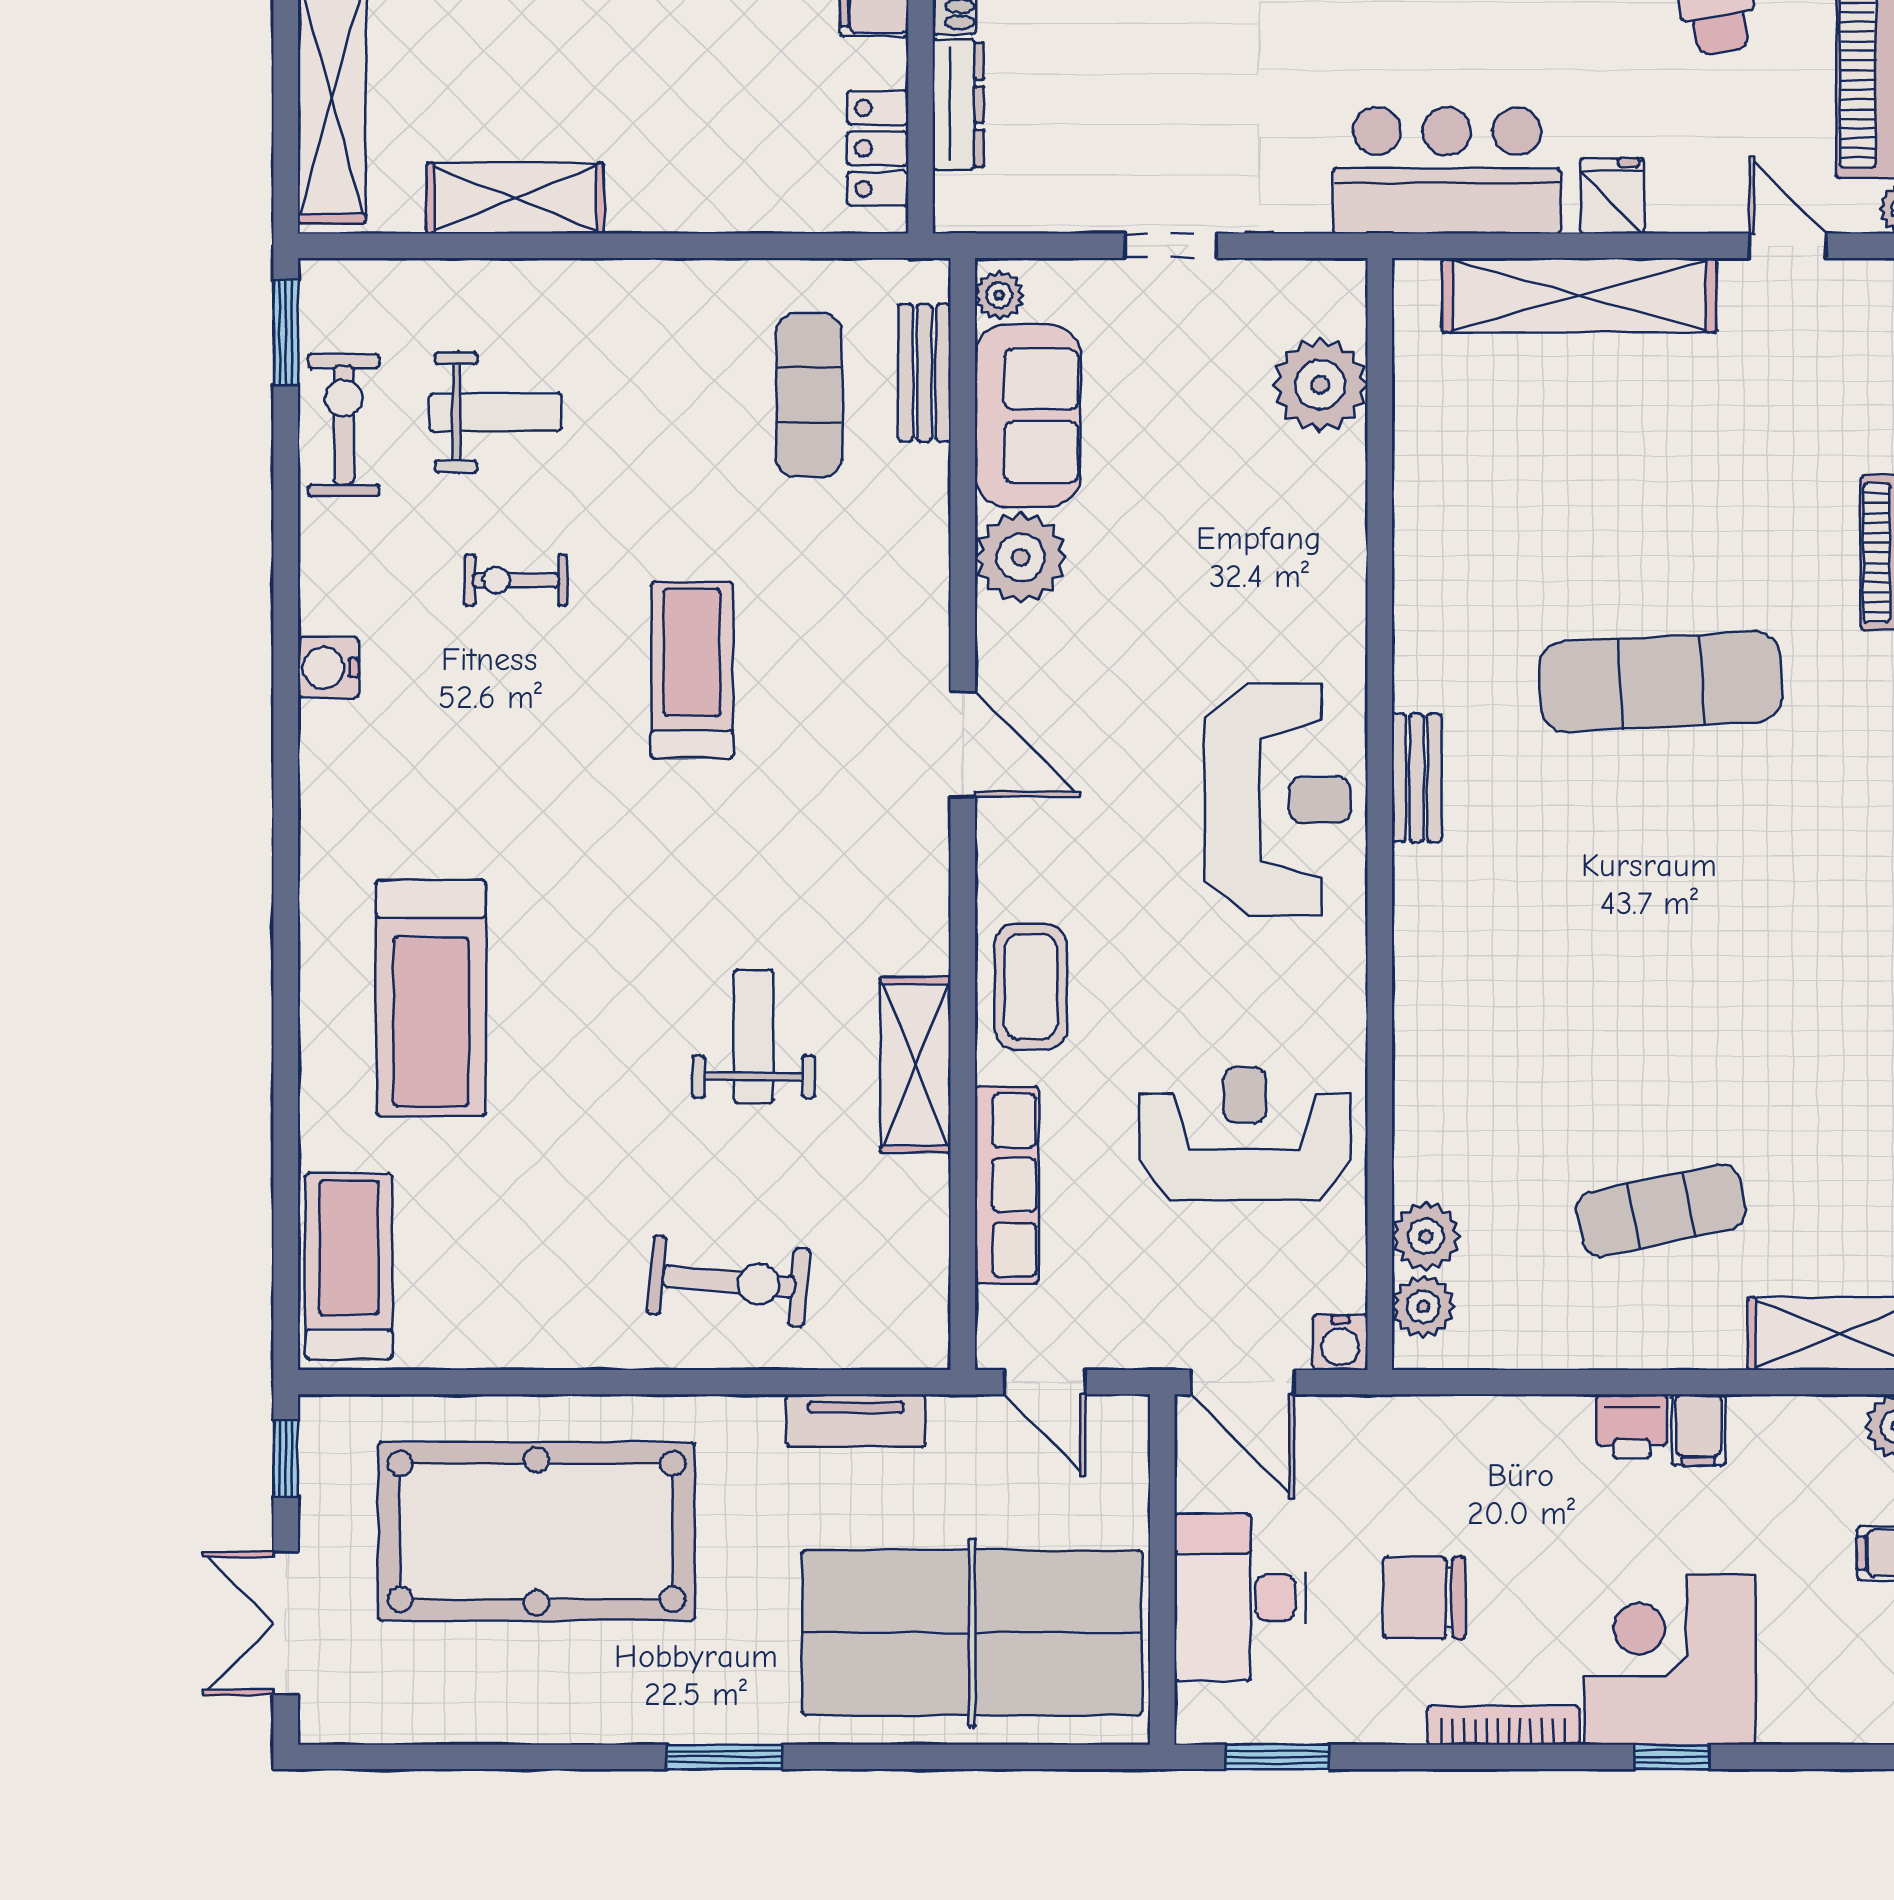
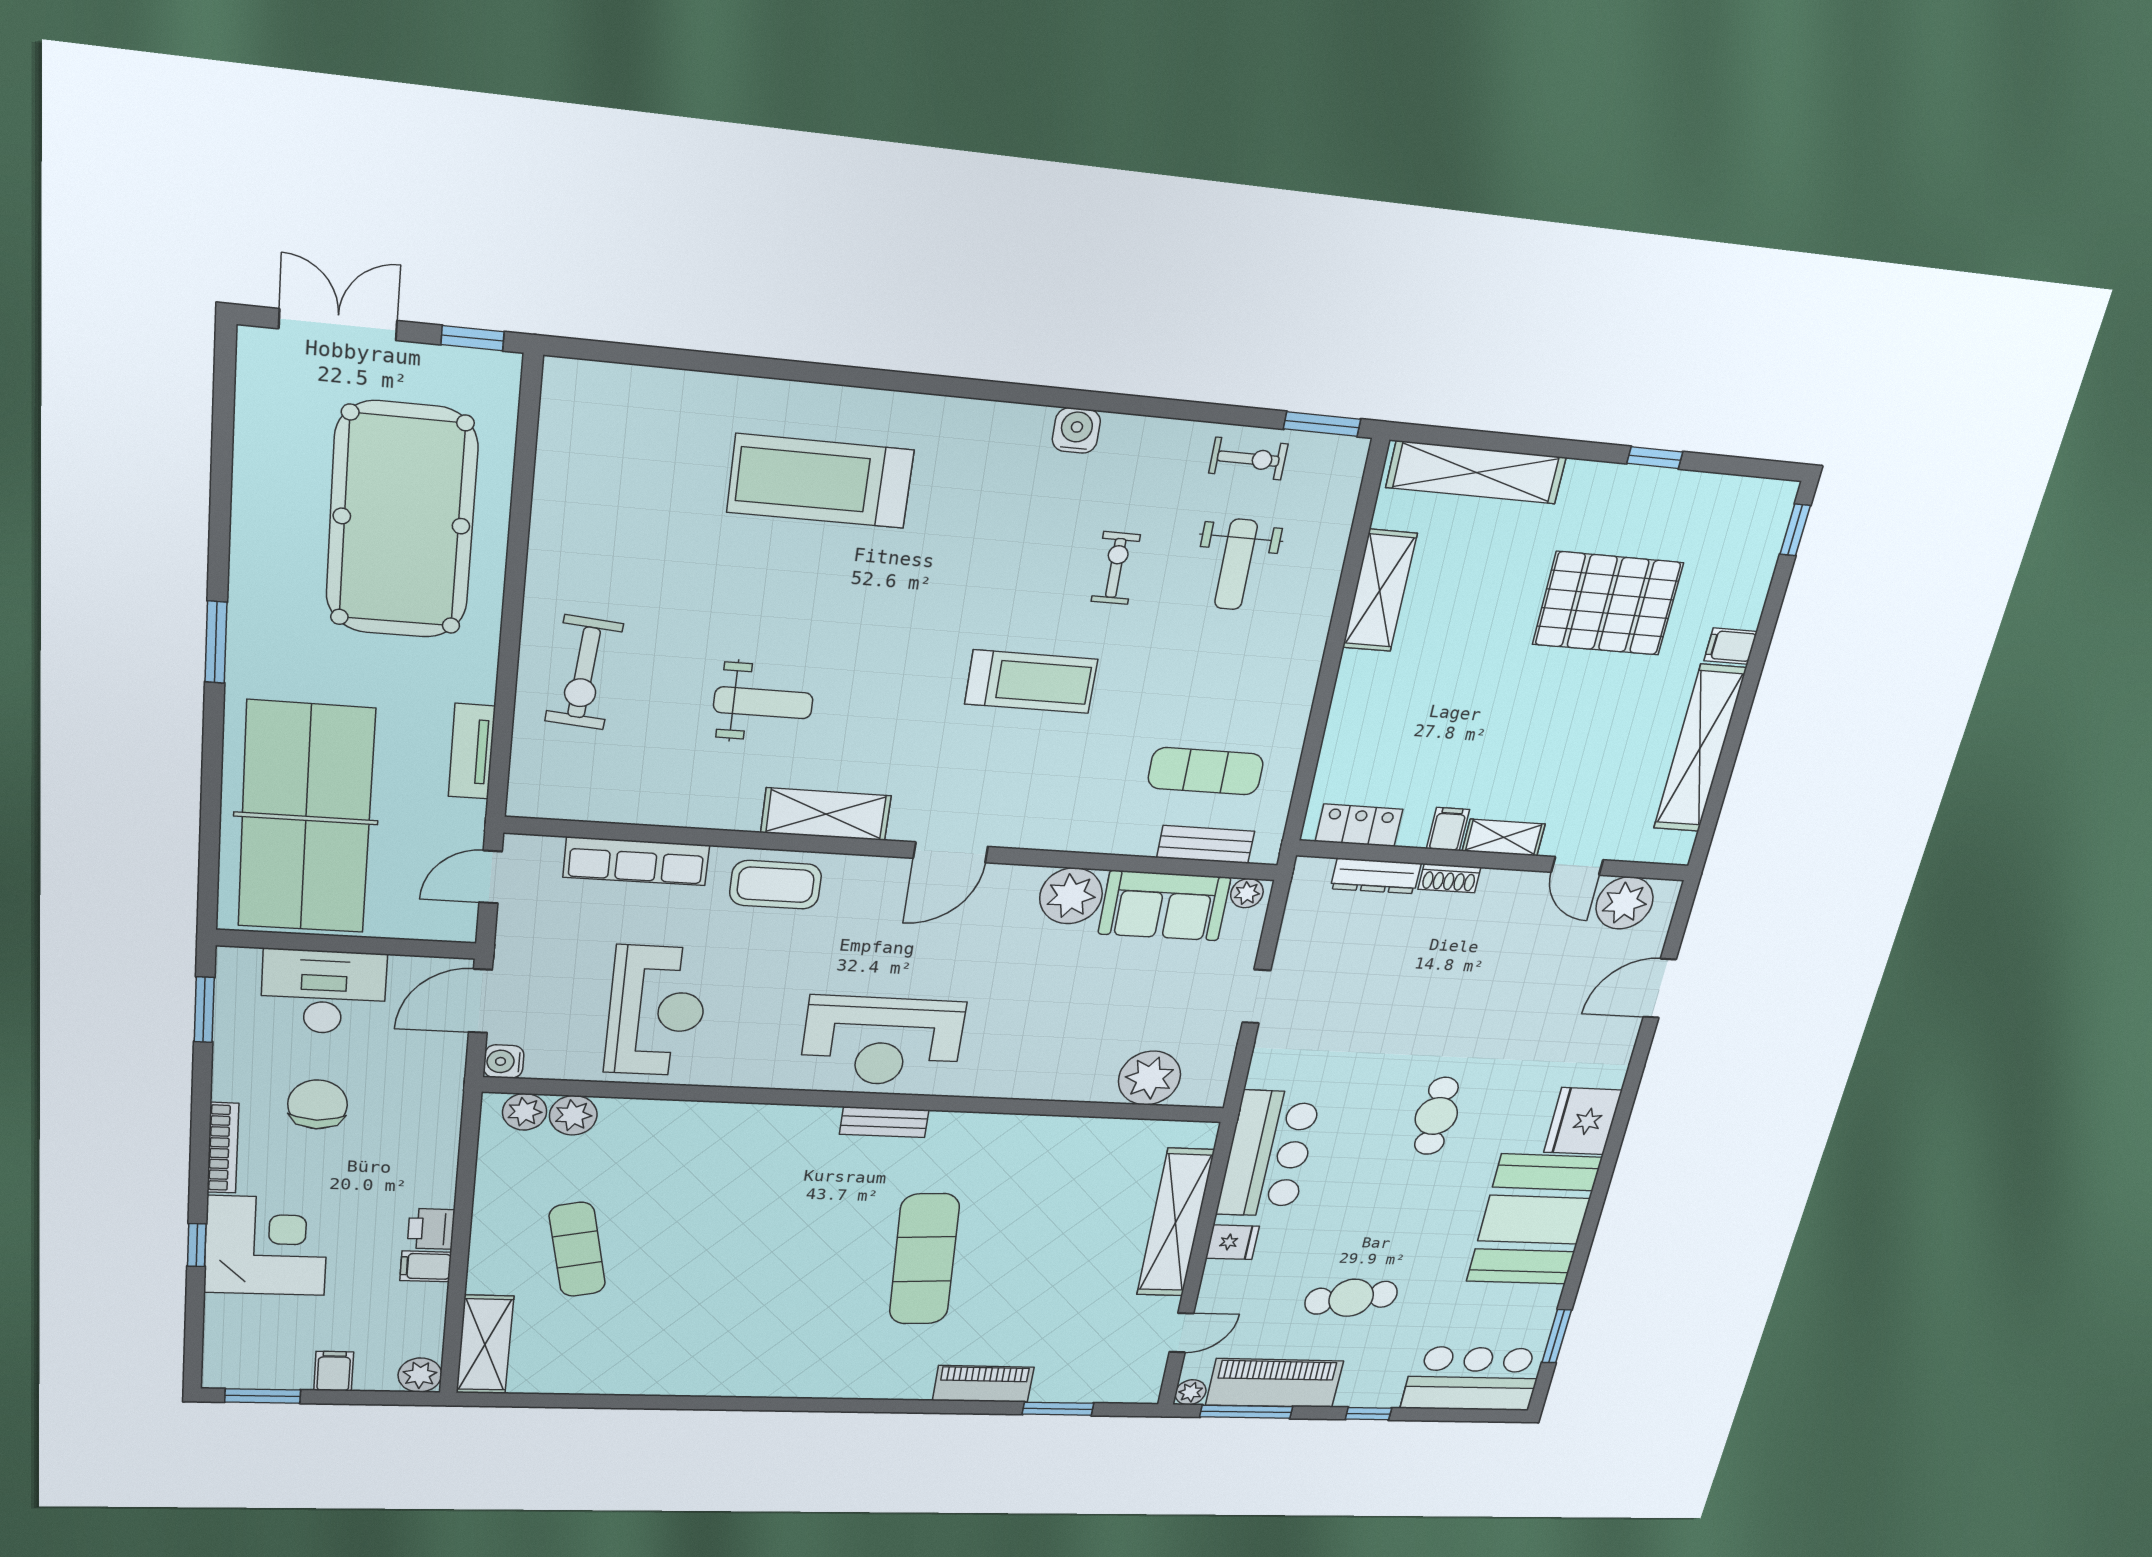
exercise bike: (344, 425) -> (1248, 459), width x0.73, depth x0.72
shelving: (915, 1065) -> (826, 814), moved
treadmill: (349, 1266) -> (622, 401), removed

